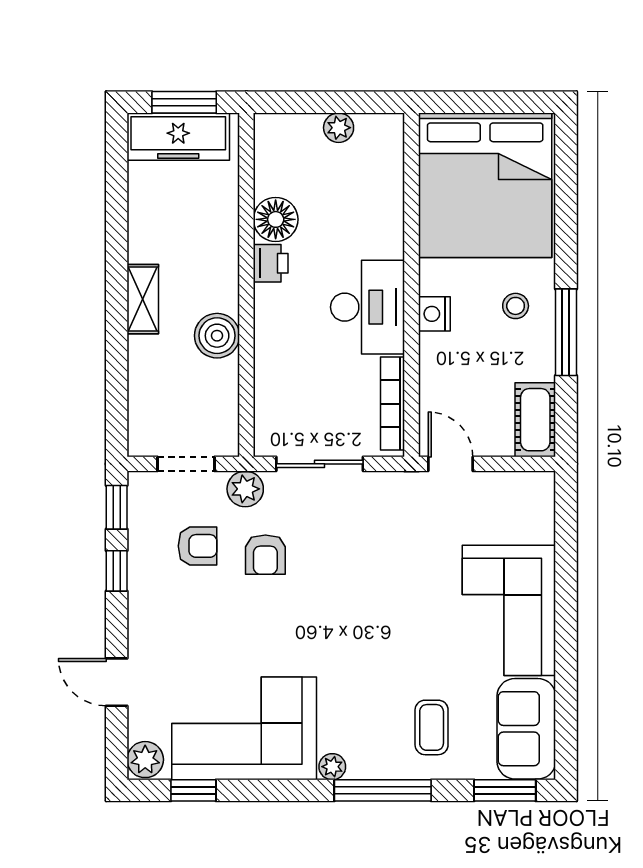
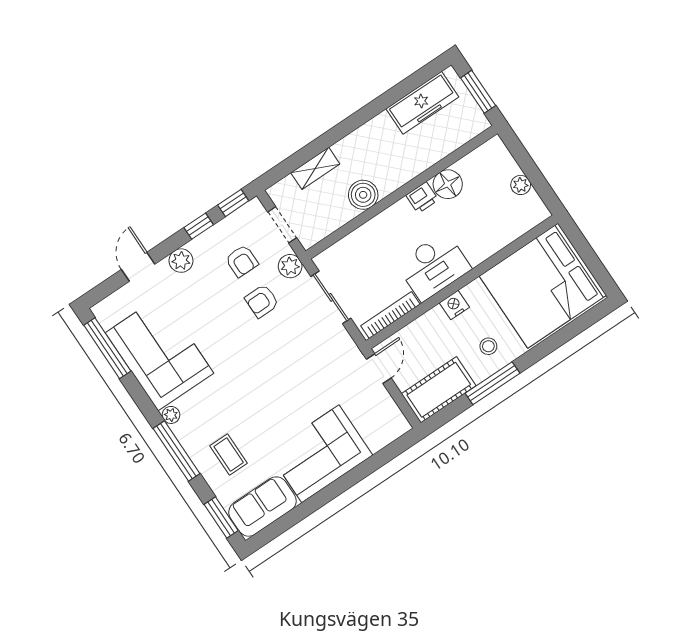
freezer: (178, 137) -> (422, 103), moved, turned -90
shelving: (143, 299) -> (315, 168), moved
cot: (535, 420) -> (439, 390), width x1.37, depth x1.34
coffee table: (432, 727) -> (229, 455), turned 90
plant: (145, 760) -> (181, 261), moved
window: (193, 790) -> (107, 348), width x2.17

